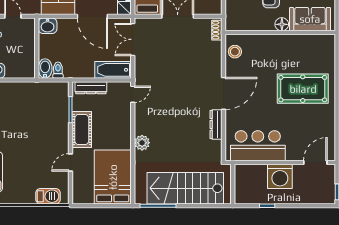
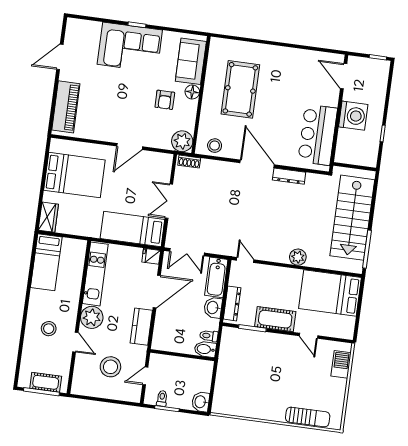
plant: (235, 21) -> (182, 141), added
washbasin: (48, 26) -> (213, 308), moved, turned 180
pool table: (303, 89) -> (240, 89), moved

